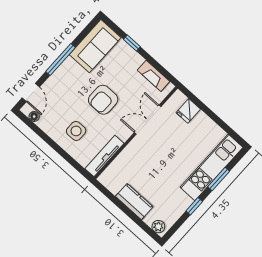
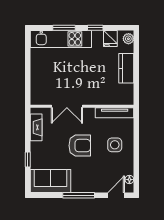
fridge: (188, 111) -> (110, 38), moved, turned 90

